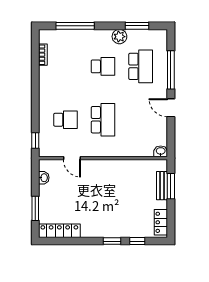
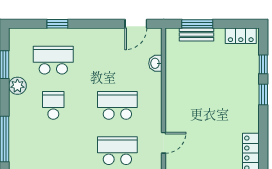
window: (171, 70) -> (57, 24), width x0.46
door: (171, 108) -> (136, 24), moved
school desk: (65, 120) -> (117, 151), width x1.85
washbasin: (161, 151) -> (155, 63), moved

